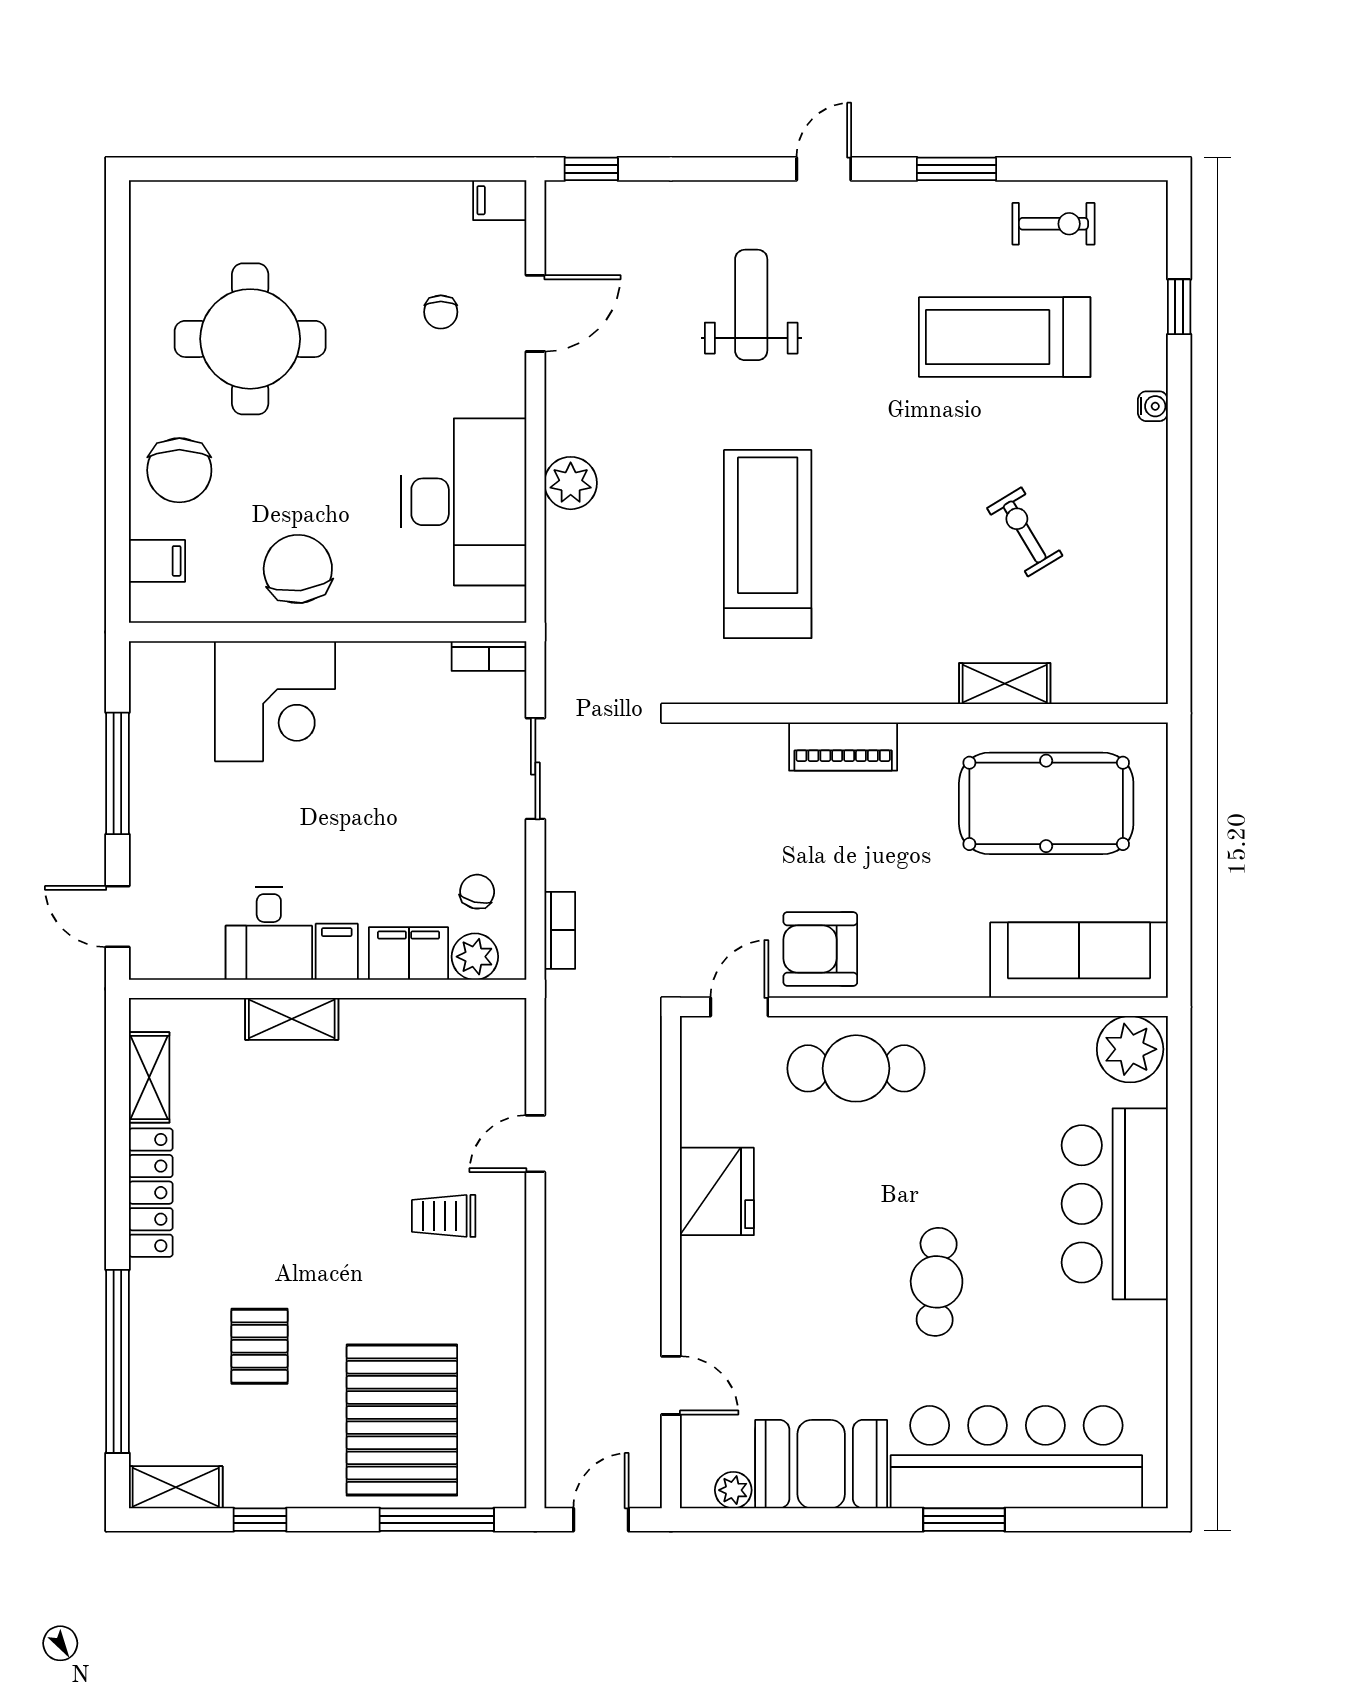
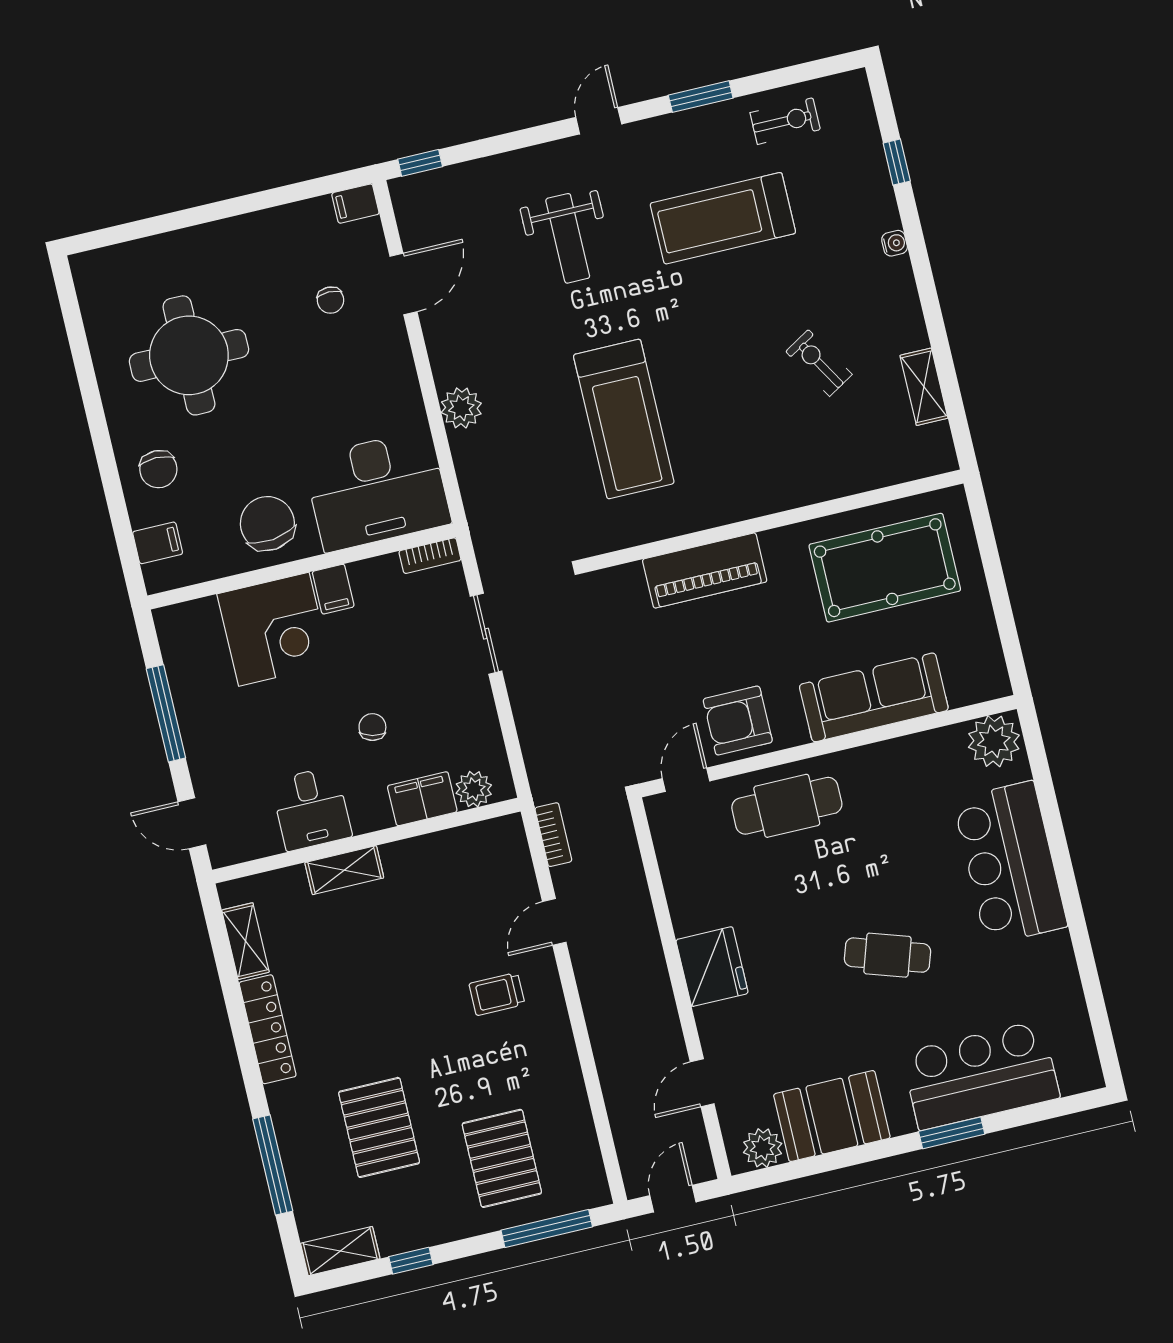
weight bench: (751, 305) -> (568, 238), turned 180
treadmill: (1005, 337) -> (723, 218), moved
chair: (179, 470) -> (158, 469), width x0.73, depth x0.73
desk: (464, 502) -> (377, 491), moved, turned 90
treadmill: (768, 544) -> (624, 419), turned 180
shelving: (1005, 684) -> (924, 387), moved, turned 90
piano: (843, 747) -> (705, 571), width x1.37, depth x1.33
chair: (477, 892) -> (372, 727), moved
bookcase: (560, 930) -> (553, 835), moved
filing cabinet: (337, 952) -> (333, 589), moved, turned 180
sofa: (1079, 960) -> (874, 697), moved
fridge: (717, 1191) -> (712, 967), moved
cafe table: (937, 1282) -> (887, 955), turned -75
pallet: (260, 1346) -> (379, 1127), width x1.50, depth x1.42
window: (117, 1361) -> (273, 1165), width x0.68
door: (671, 1385) -> (702, 1083), swing flipped
pallet: (402, 1420) -> (502, 1158), width x0.73, depth x0.71
bar counter: (1016, 1457) -> (981, 1075), width x0.73
plant: (733, 1490) -> (763, 1148), width x1.38, depth x1.38

